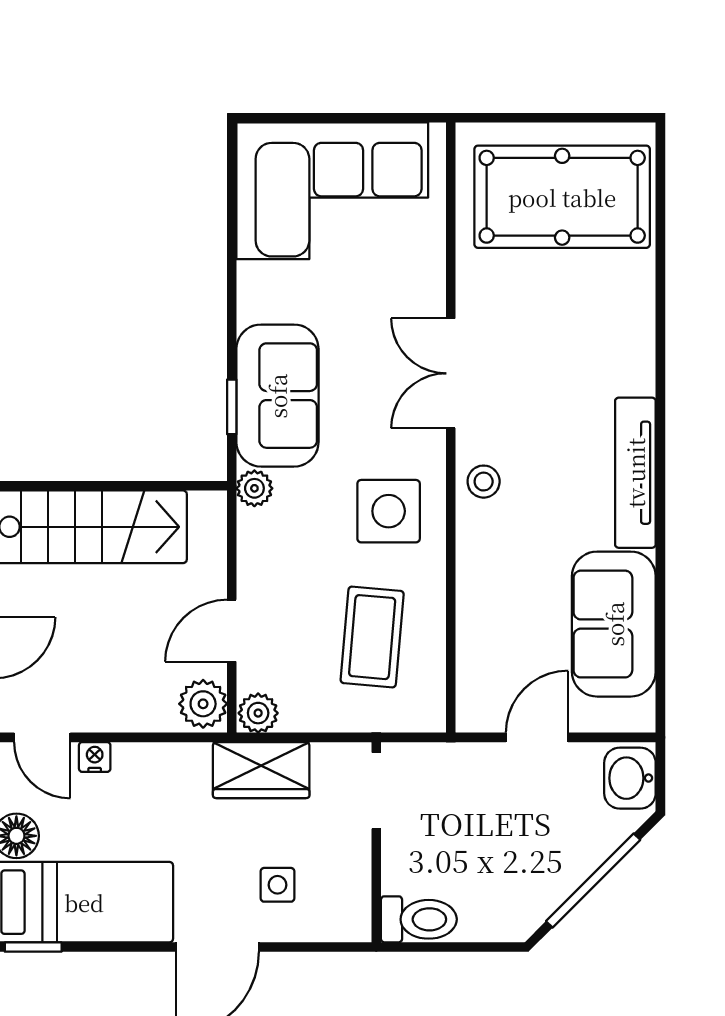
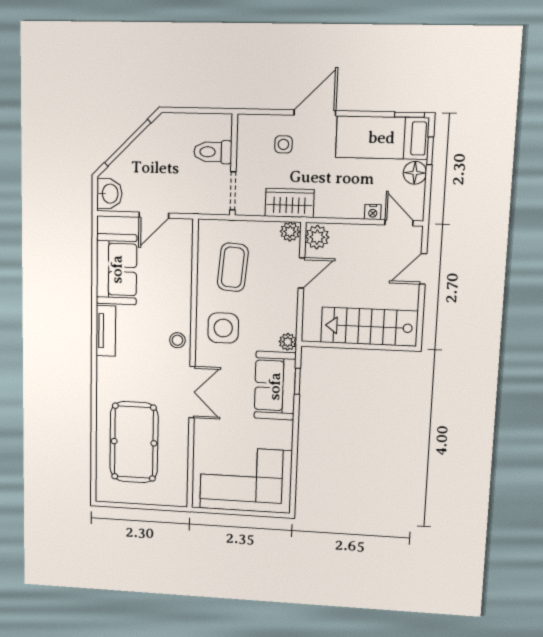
pool table: (562, 197) -> (134, 442), moved, turned 90
tv unit: (635, 473) -> (106, 331), width x0.71
toilet: (419, 919) -> (213, 152), moved

